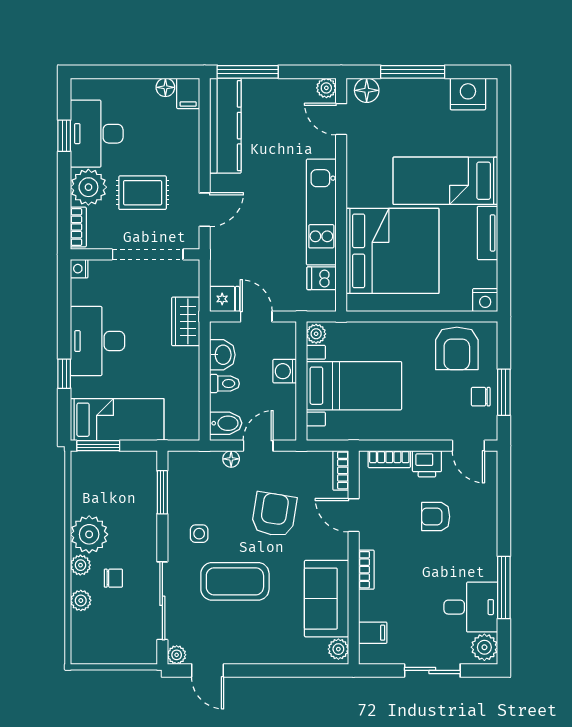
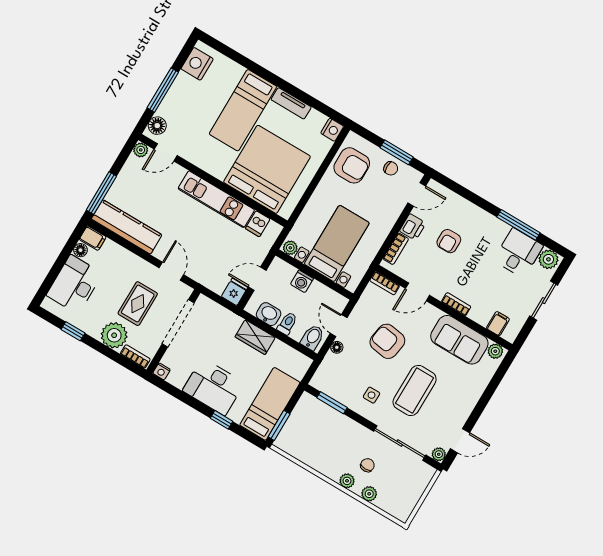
desk: (97, 134) -> (74, 284), moved, turned 90
wardrobe: (186, 321) -> (255, 337), moved
chair: (481, 397) -> (391, 168), turned -90
plant: (89, 534) -> (331, 464), removed

